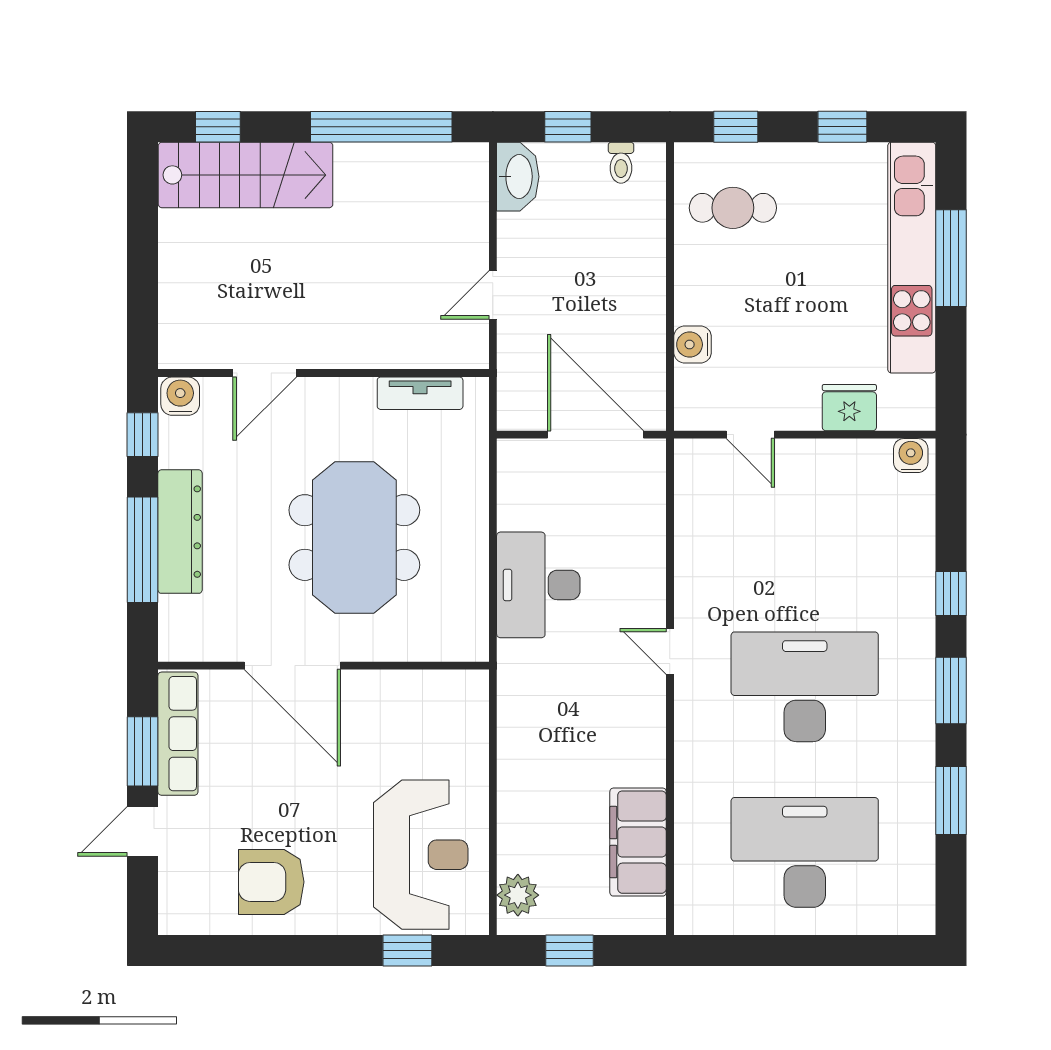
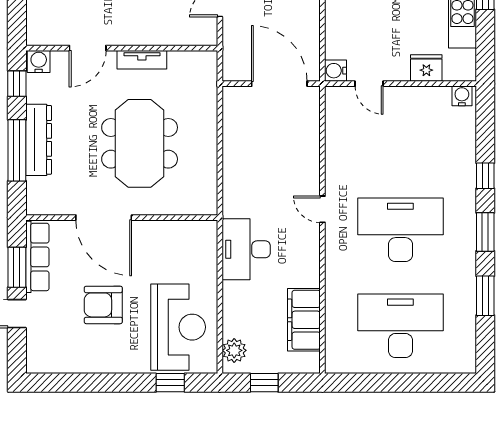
water cooler: (693, 345) -> (335, 71), moved
tv unit: (420, 393) -> (142, 60), moved
desk: (538, 585) -> (246, 249), moved
armchair: (271, 882) -> (103, 305), moved

